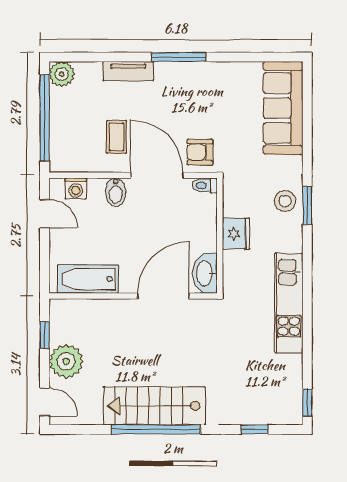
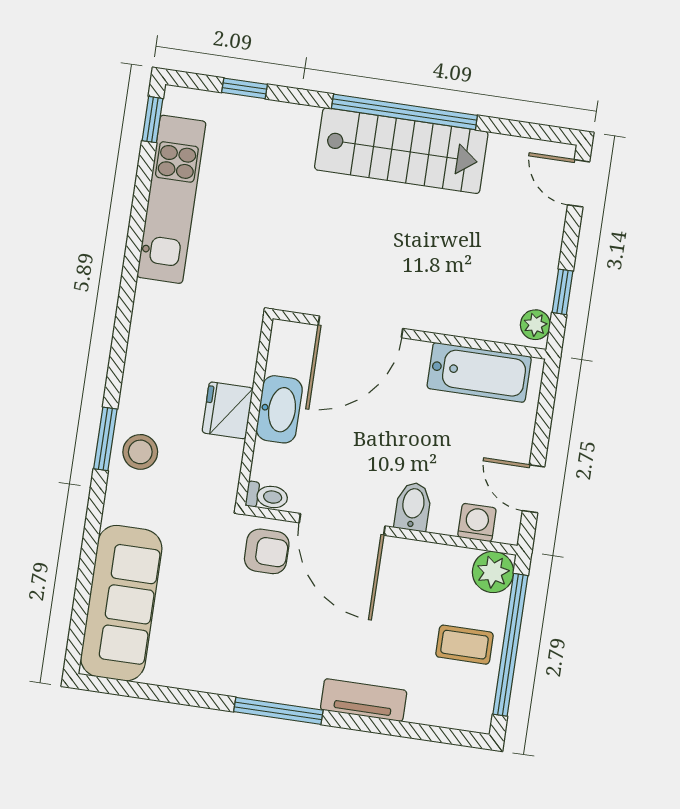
plant: (62, 74) -> (493, 572), moved
coffee table: (117, 137) -> (465, 645), moved, turned 90
washbasin: (205, 273) -> (279, 409), moved
kitchen unit: (289, 303) -> (171, 199), moved
plant: (66, 361) -> (535, 325), moved, width x0.53, depth x0.53

